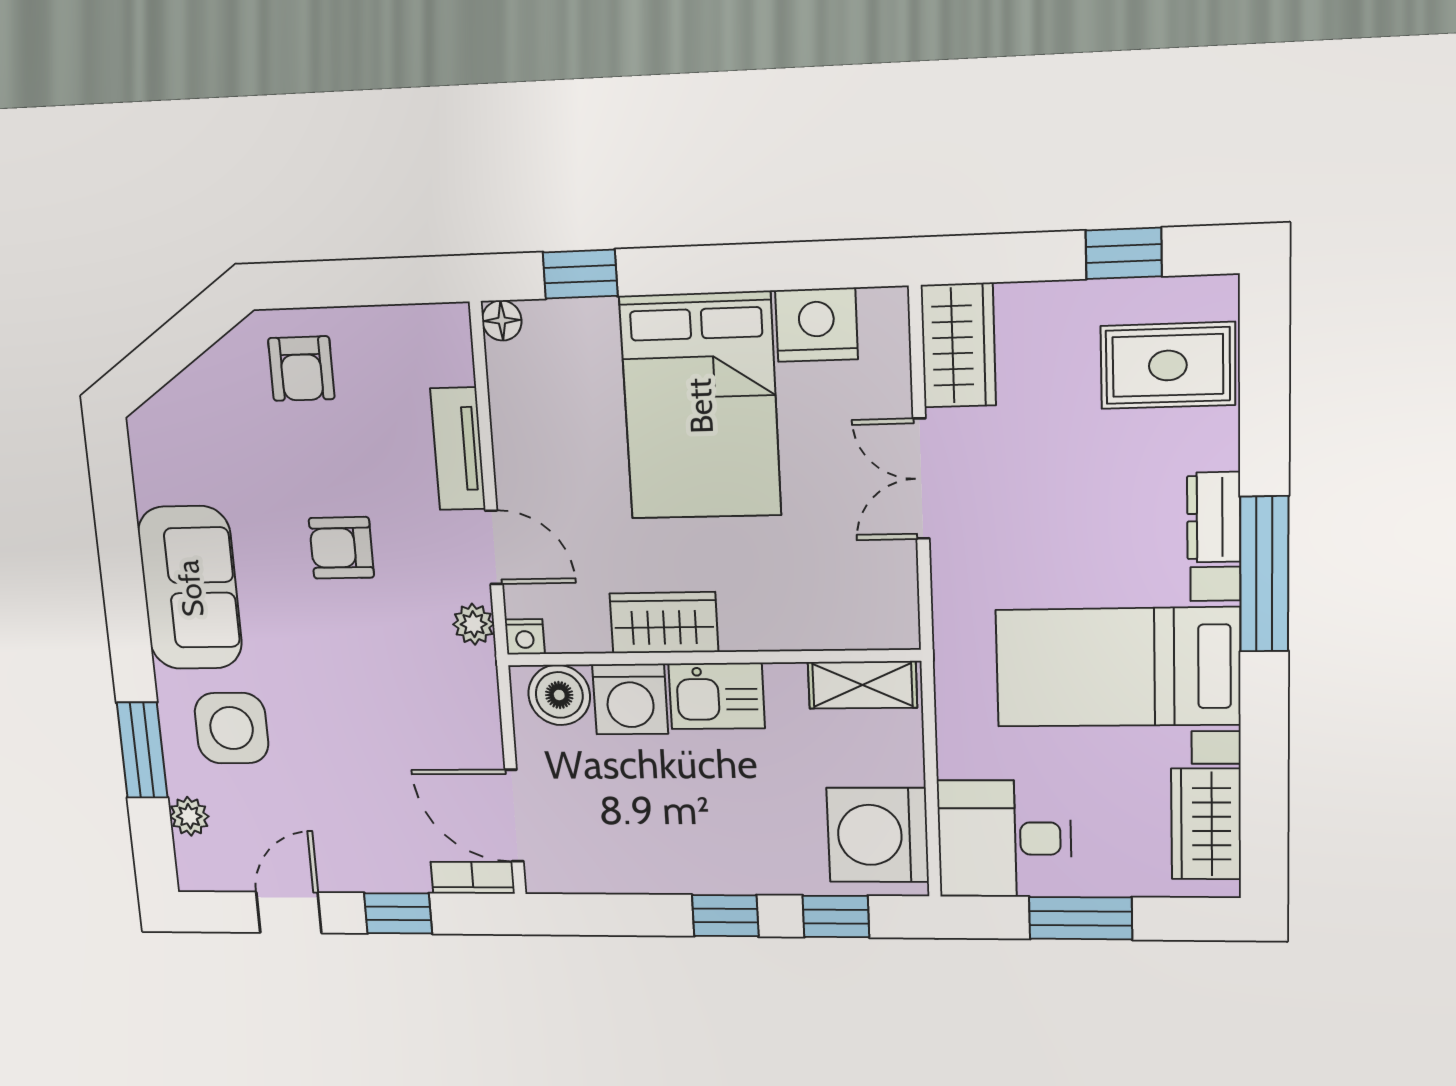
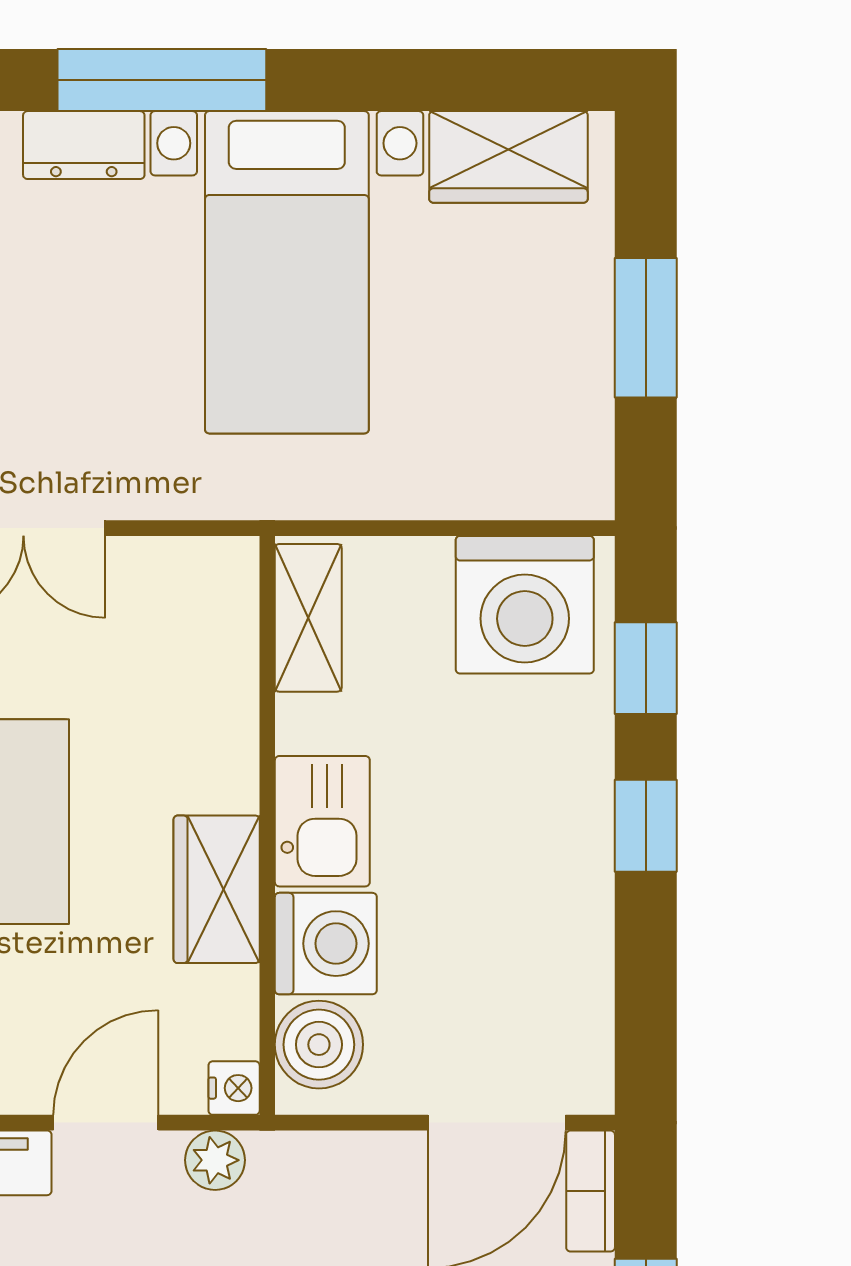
desk: (1005, 838) -> (530, 430), removed

